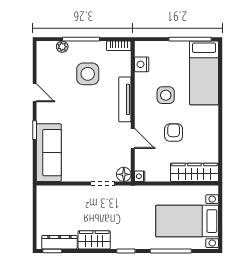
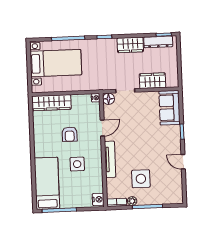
plant: (62, 47) -> (132, 201), moved
nightstand: (142, 64) -> (98, 199), moved
door: (133, 138) -> (102, 128), swing flipped
sofa: (49, 153) -> (170, 108), width x0.73
wardrobe: (68, 195) -> (153, 81), added

